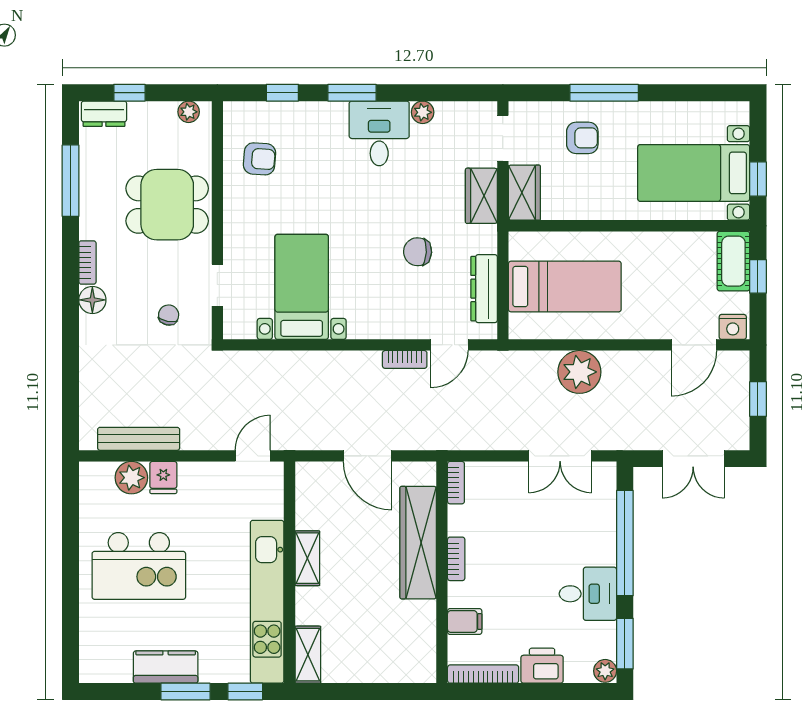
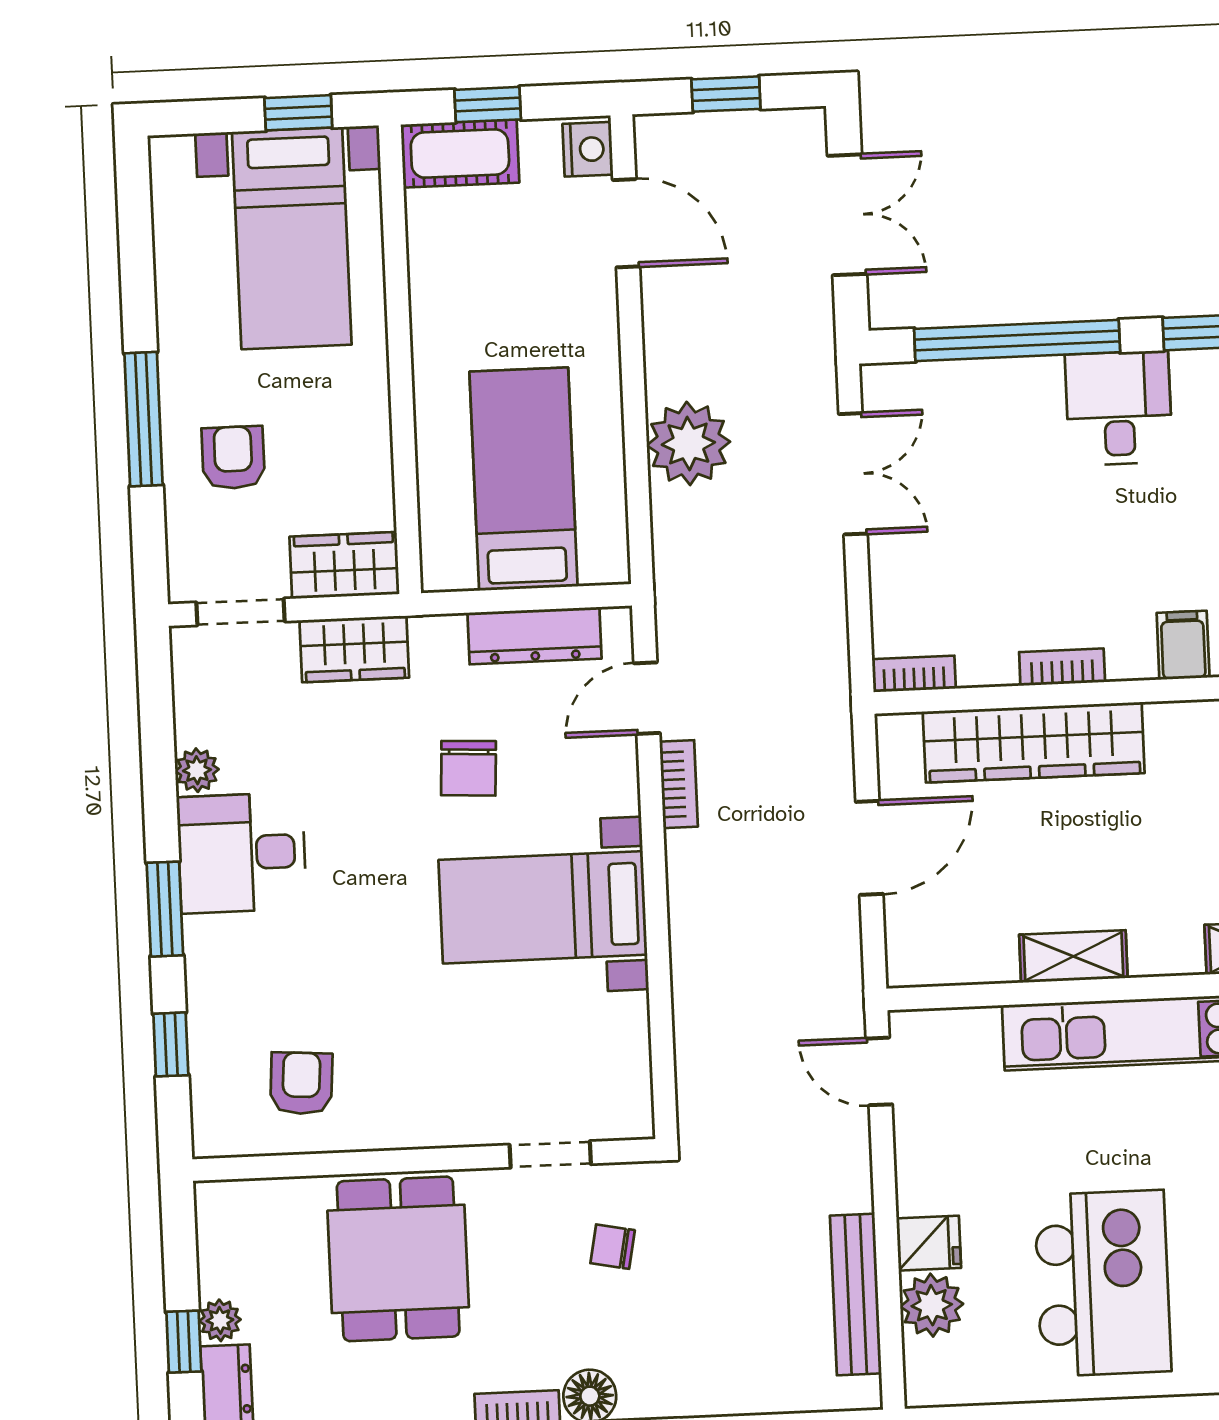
plant: (189, 112) -> (220, 1320), moved
bed with nightstands: (302, 287) -> (543, 907), moved
door: (450, 345) -> (647, 698), swing flipped

